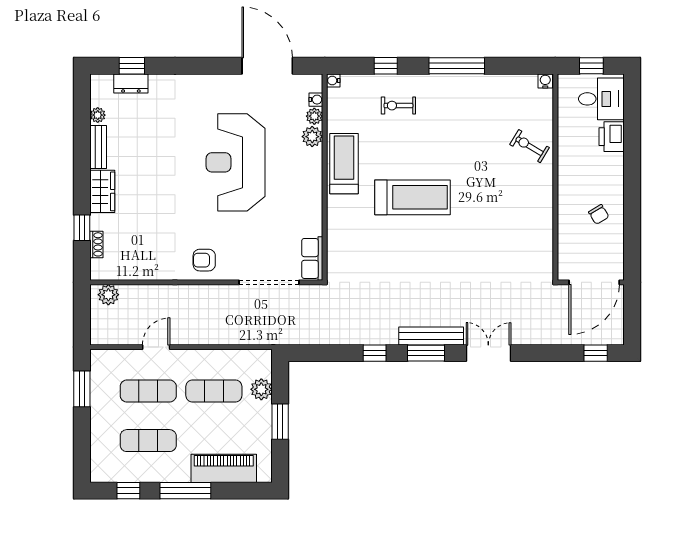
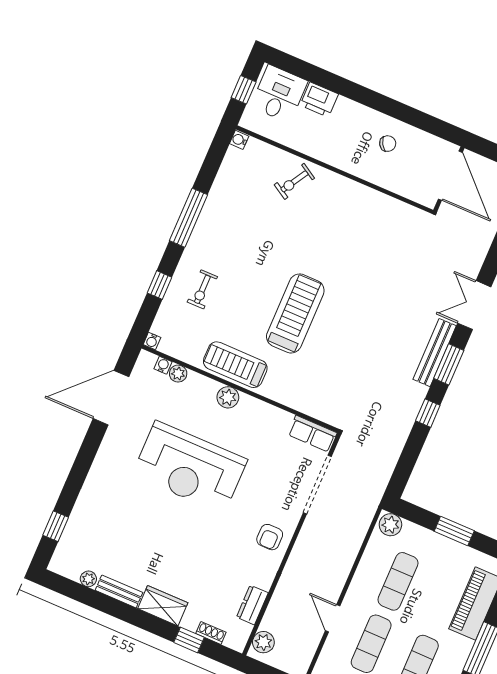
dresser: (131, 84) -> (252, 605), moved, turned 180
plant: (312, 137) -> (228, 397), moved
plant: (261, 389) -> (390, 525), moved

